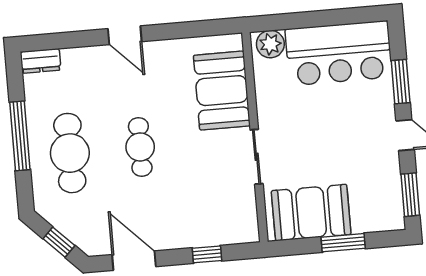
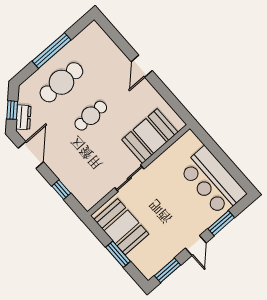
plant: (270, 44) -> (192, 143), removed
dresser: (41, 61) -> (23, 117), moved, turned -135

